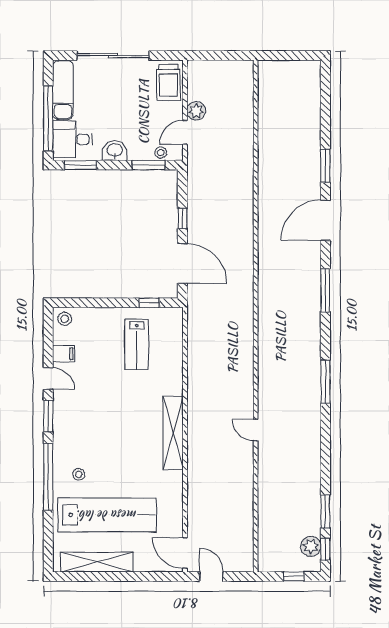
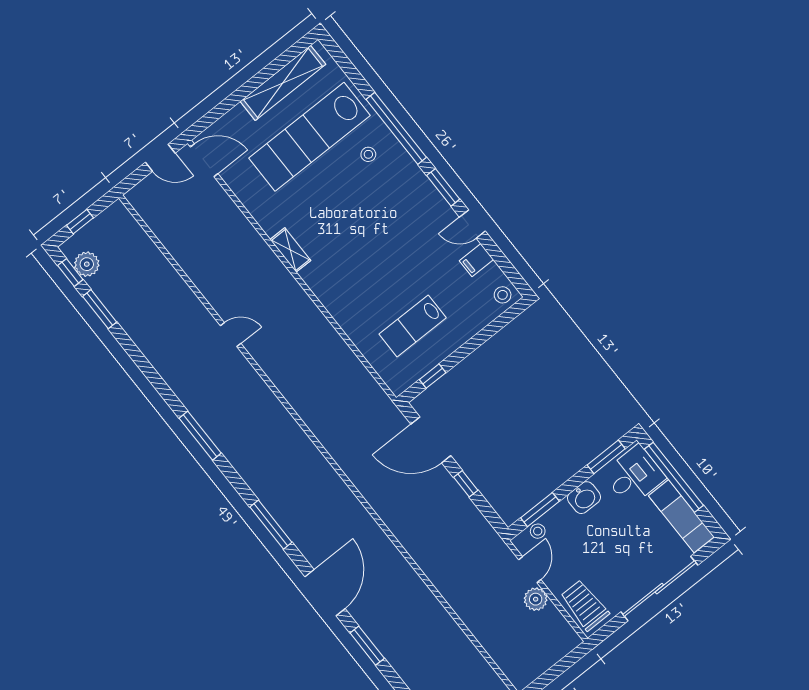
lab bench: (137, 344) -> (413, 326), turned -90
shelving: (173, 433) -> (290, 250), width x0.45, depth x0.75

